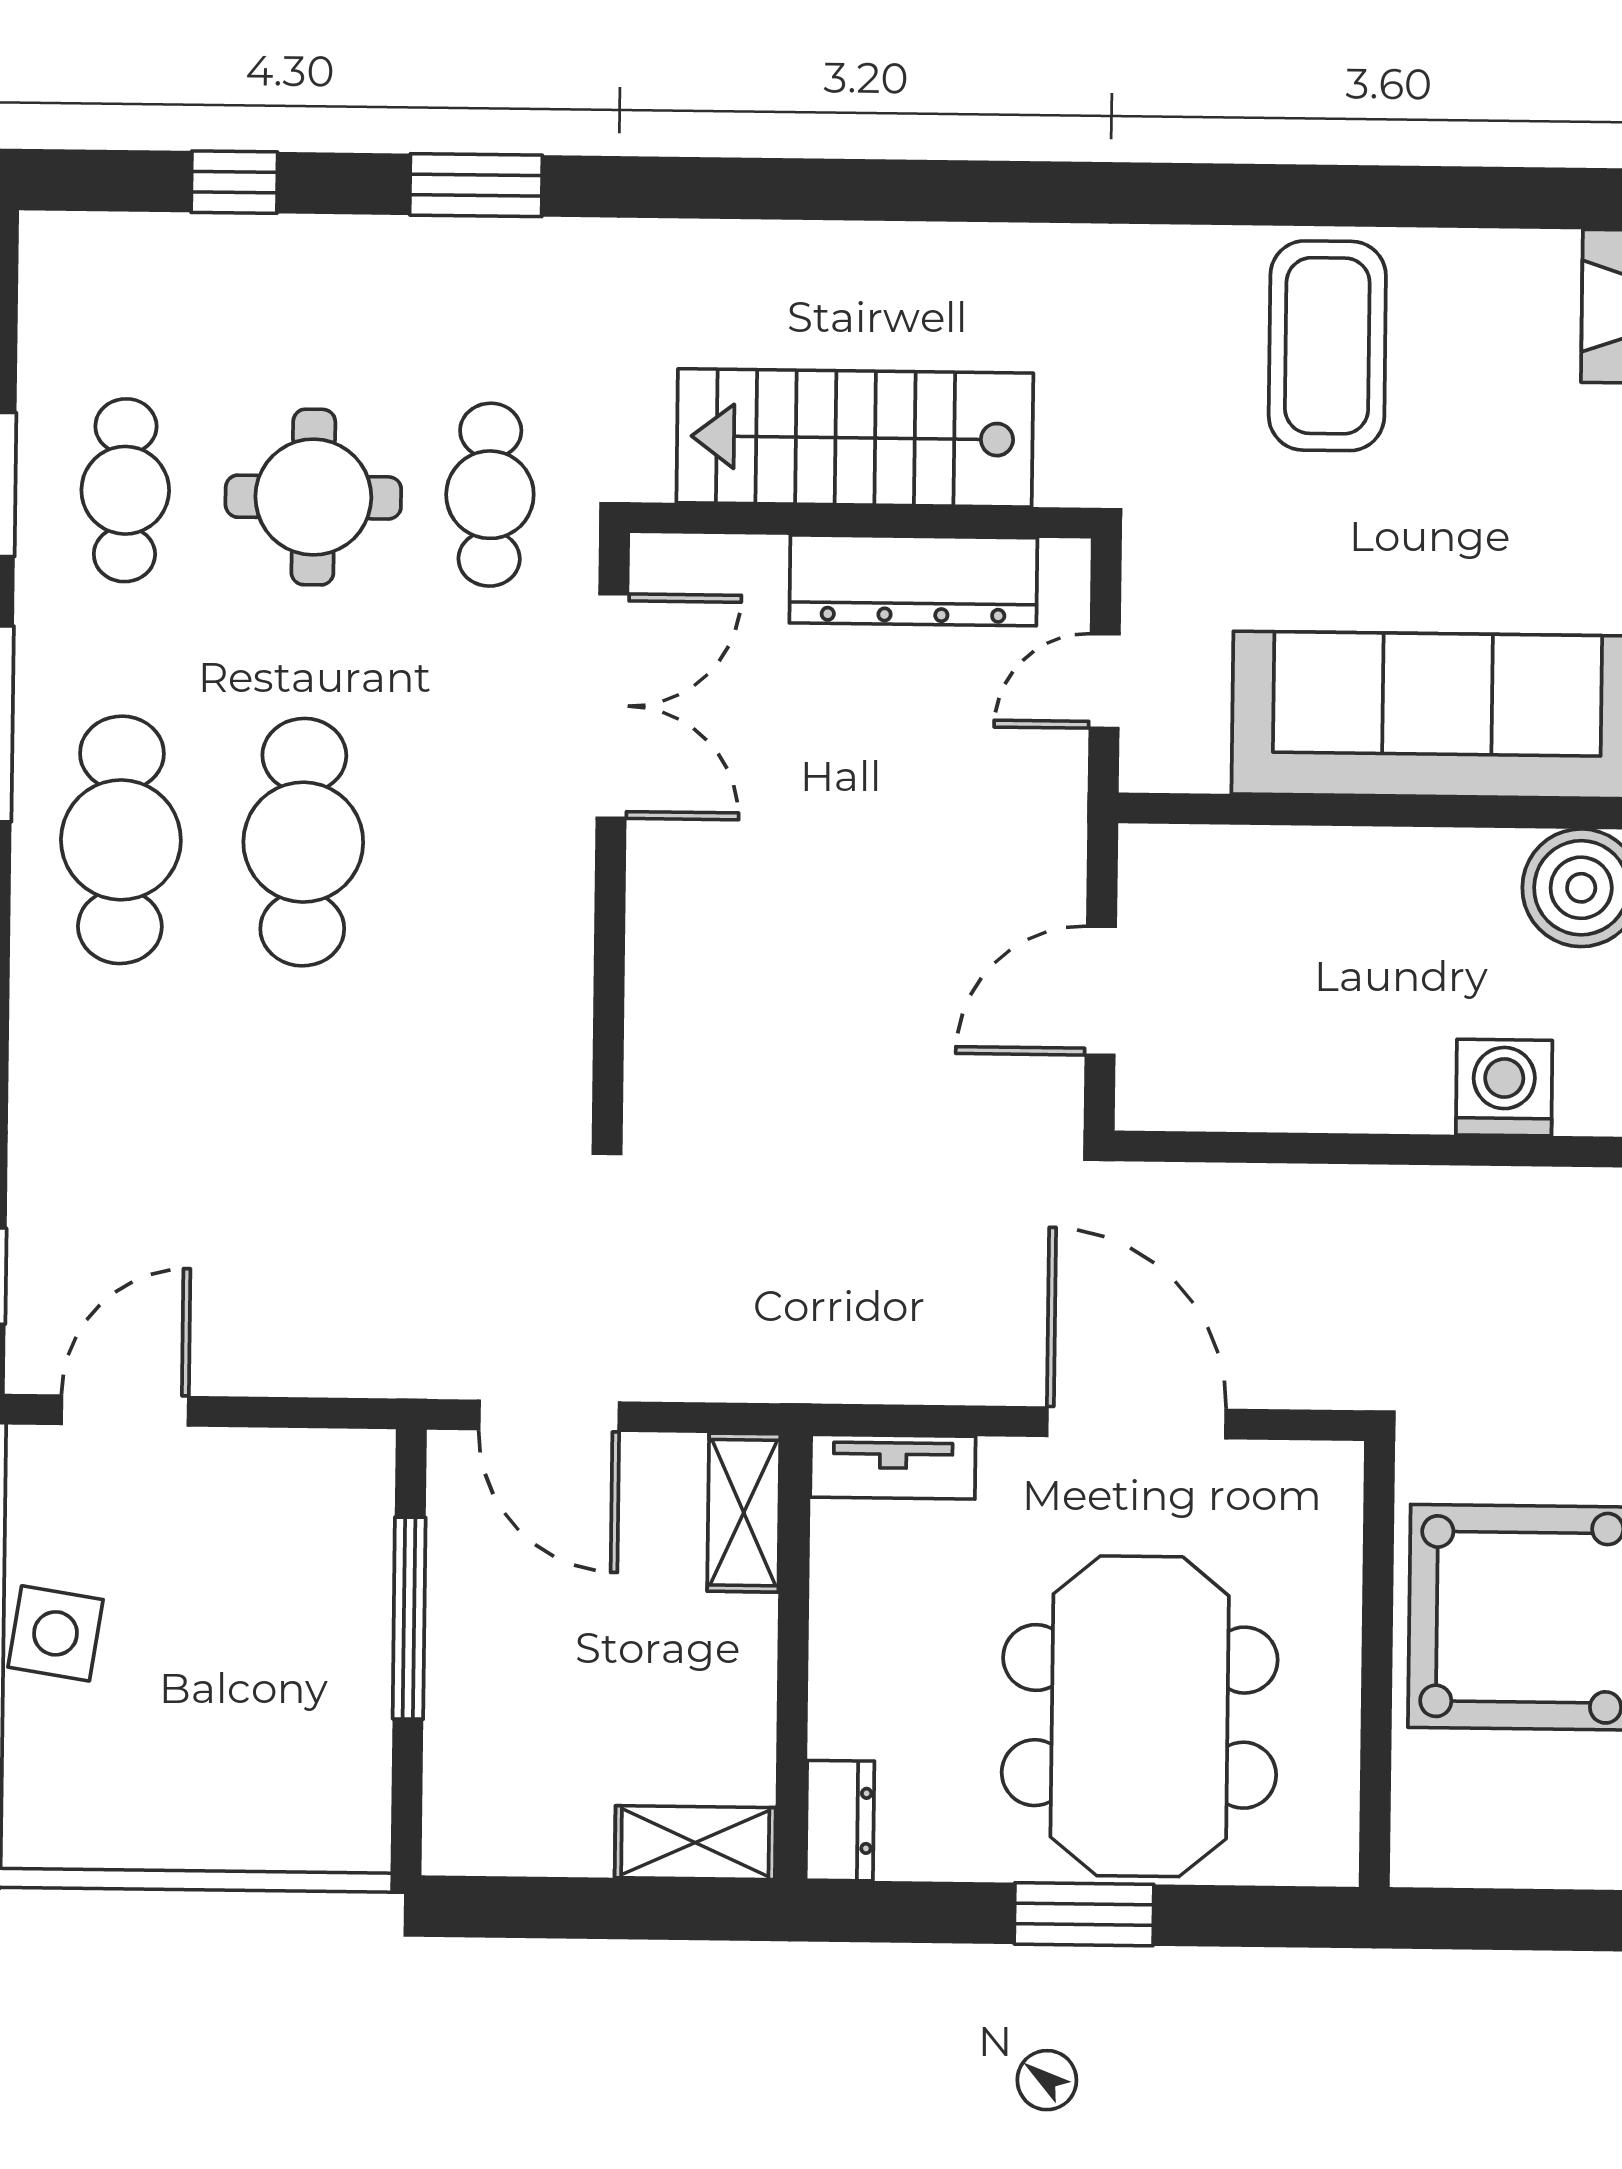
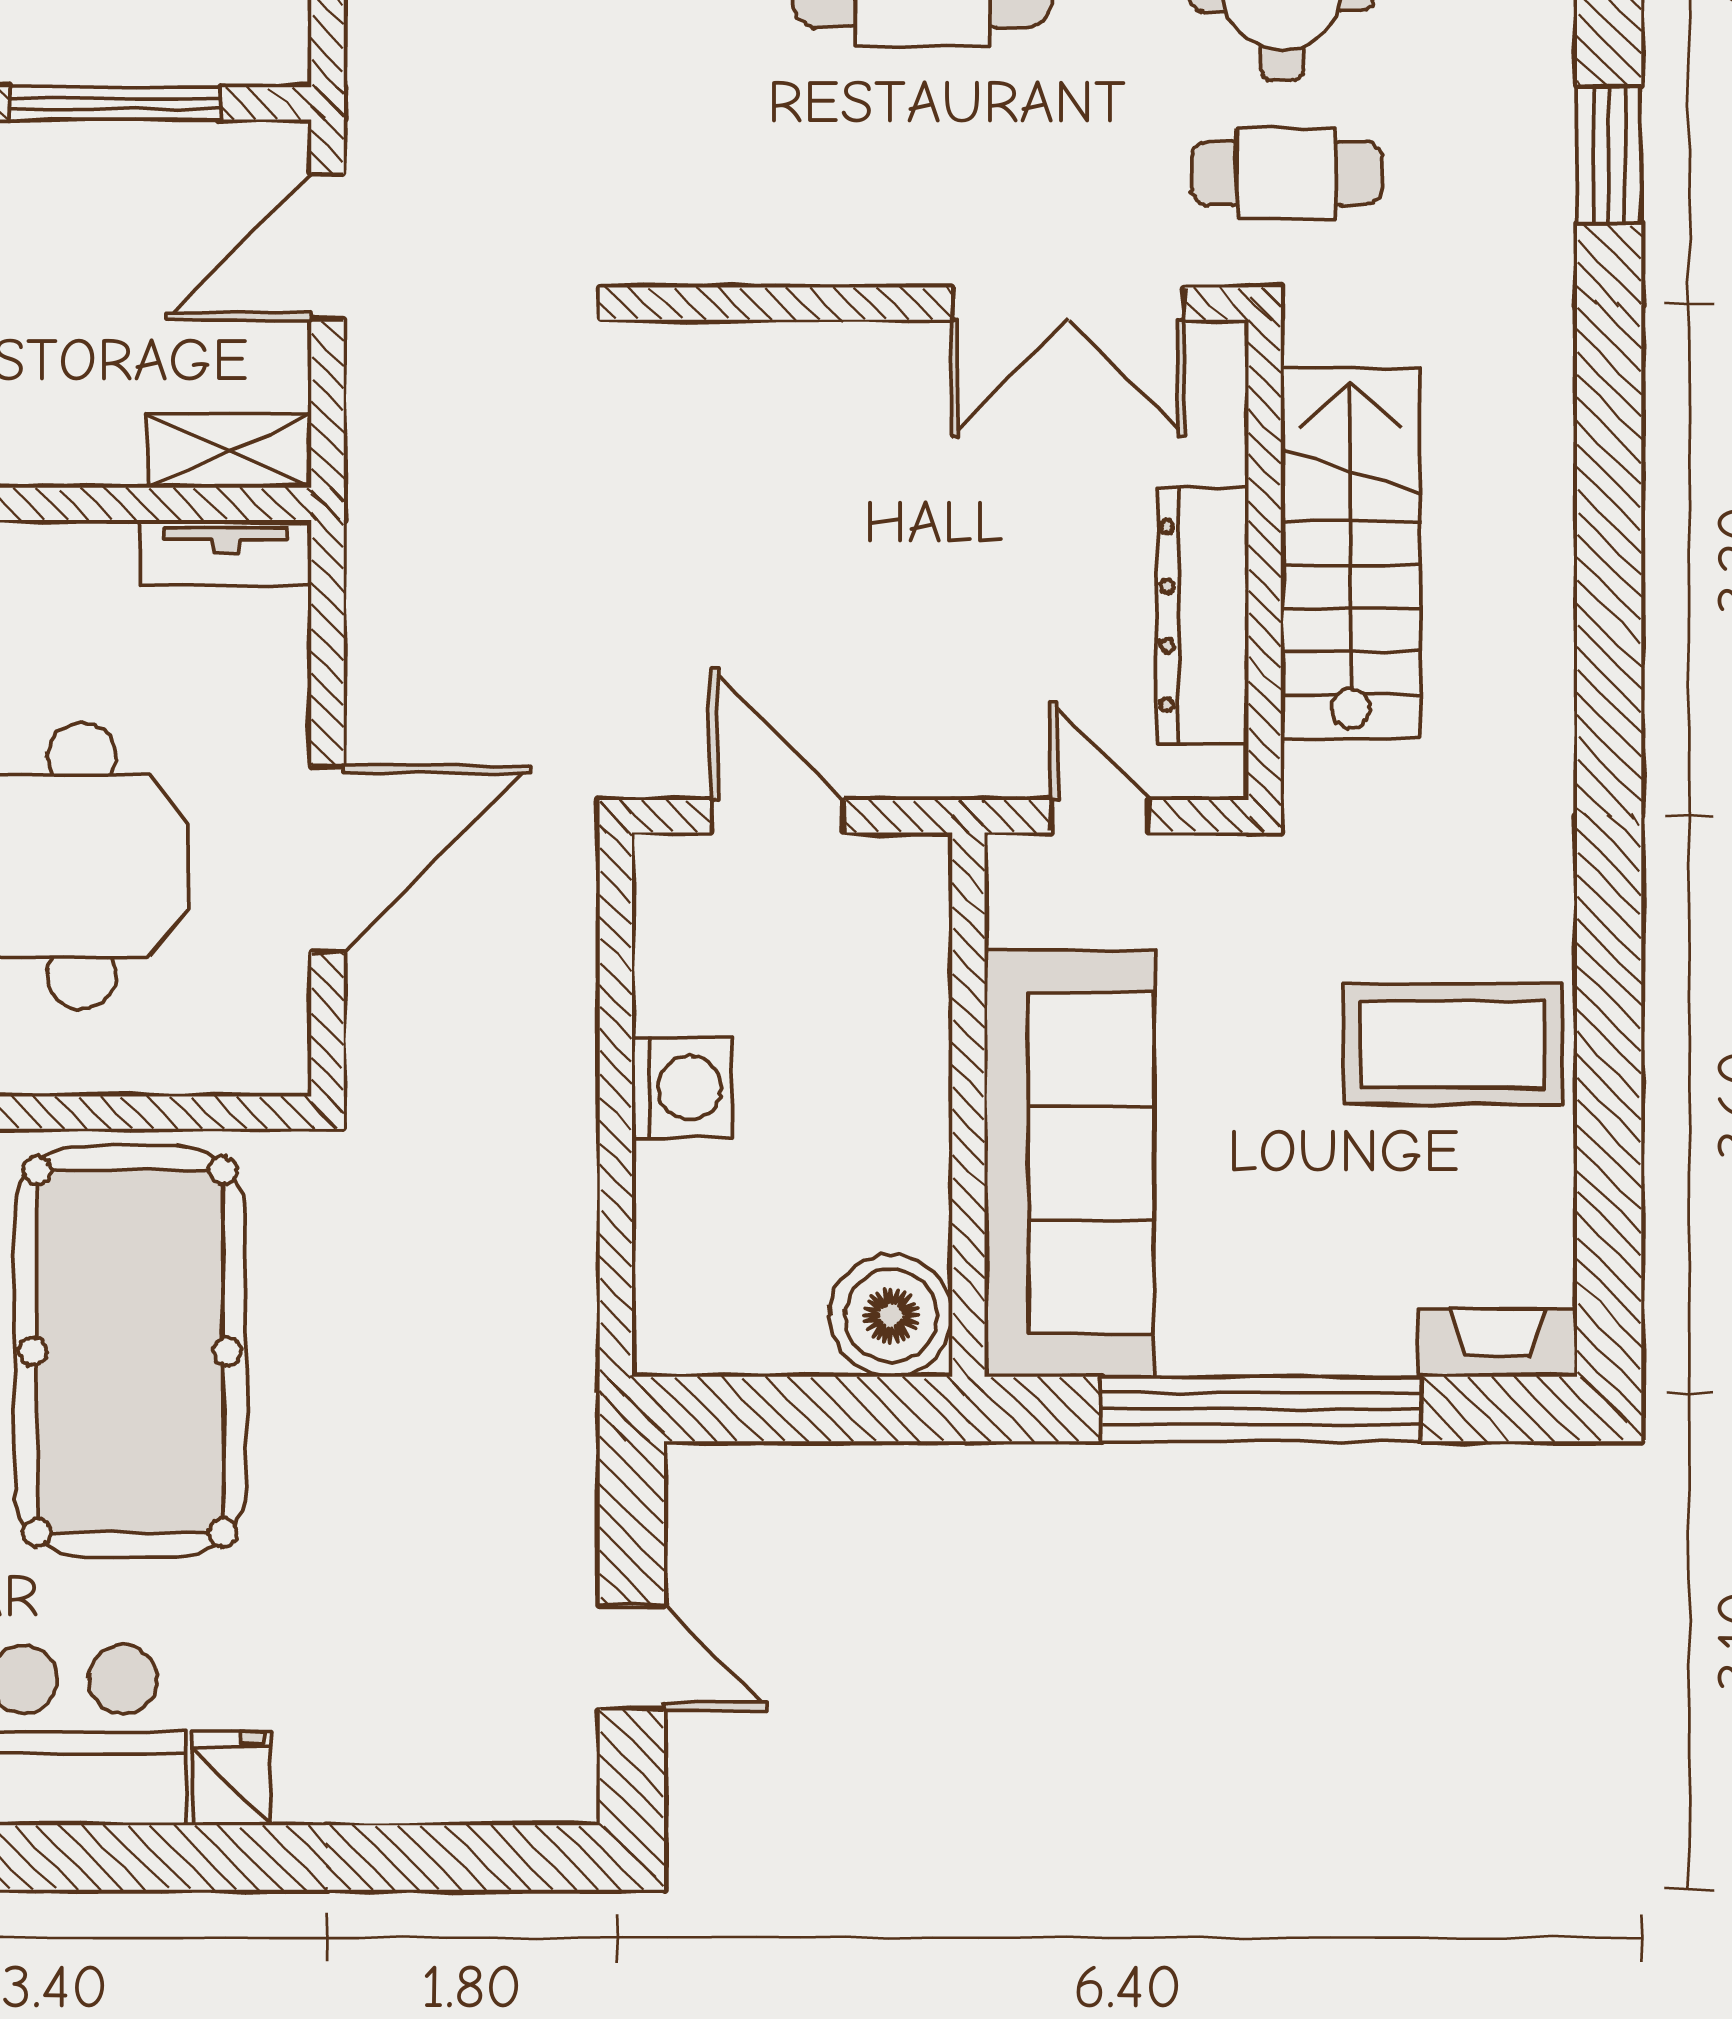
washing machine: (1504, 1088) -> (682, 1088), moved
tv unit: (893, 1467) -> (226, 553), moved, turned -90

